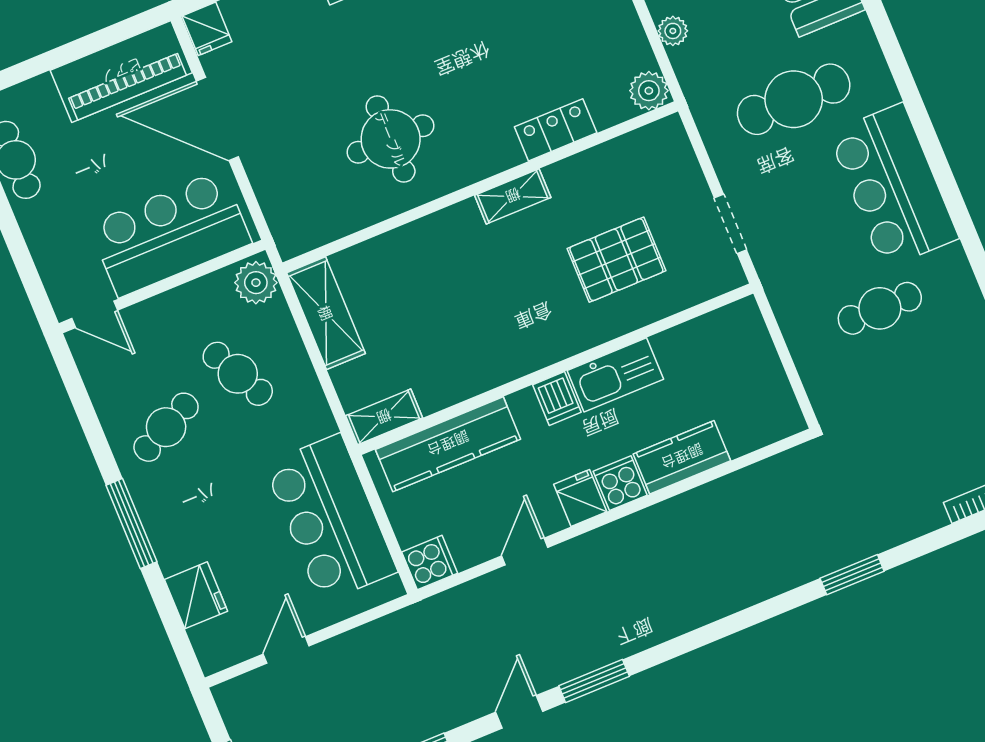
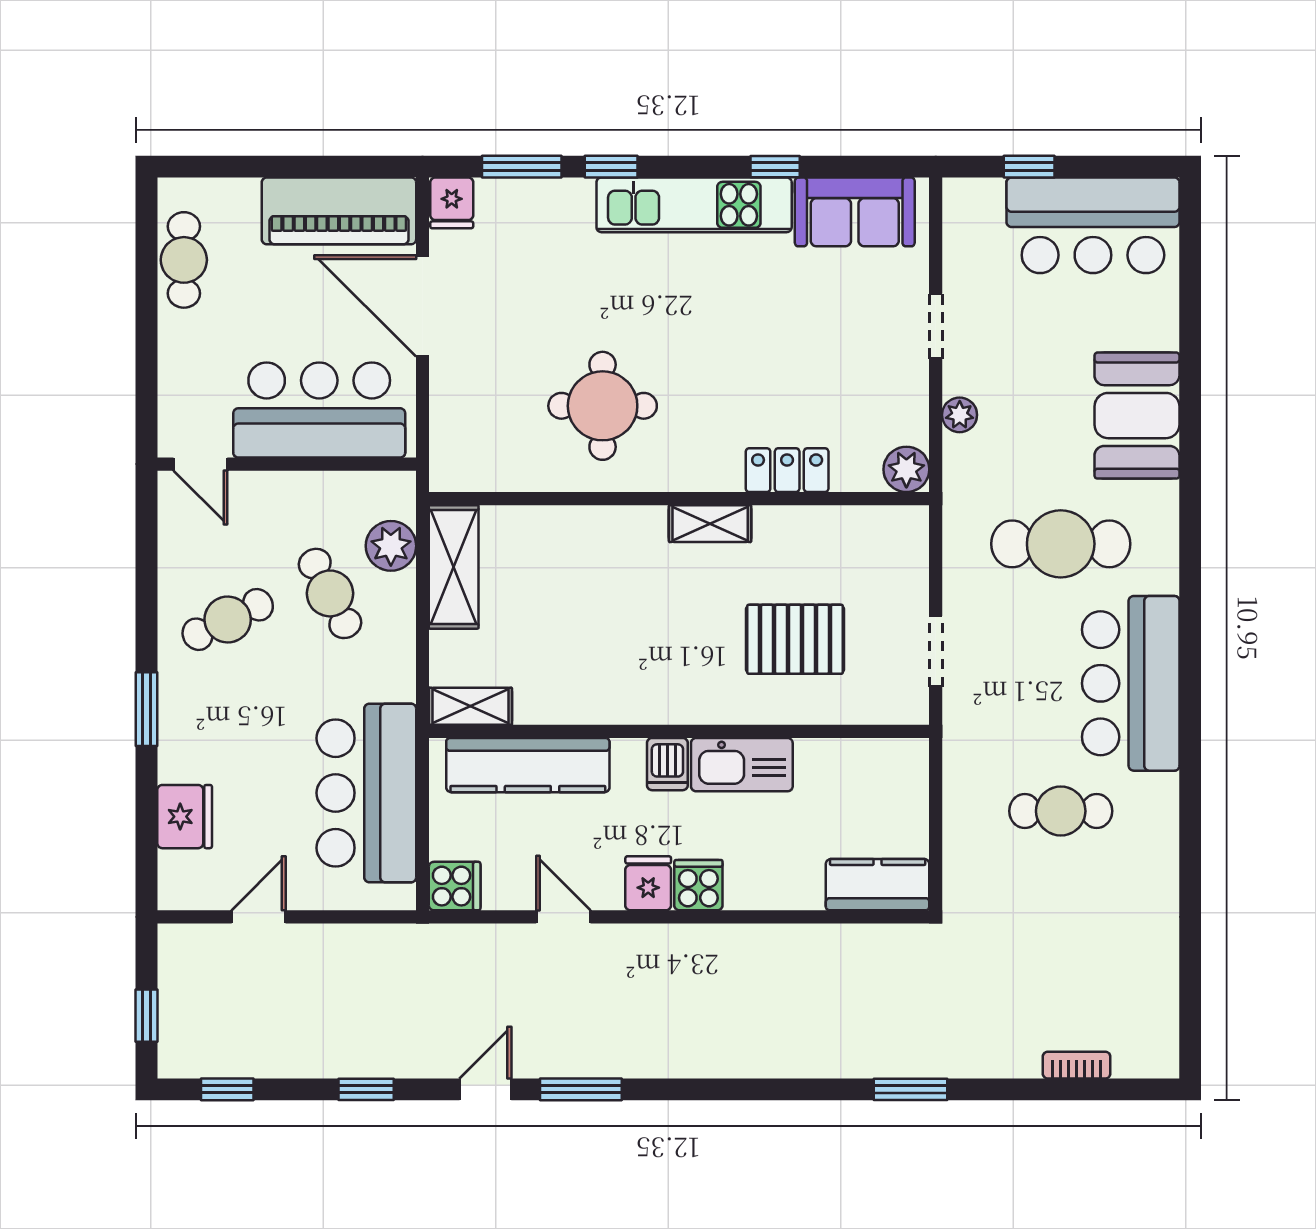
plant: (256, 283) -> (391, 546), moved
kitchen counter: (682, 457) -> (878, 885), moved
window: (131, 524) -> (147, 709), width x0.69
door: (525, 552) -> (563, 917), hinge flipped

